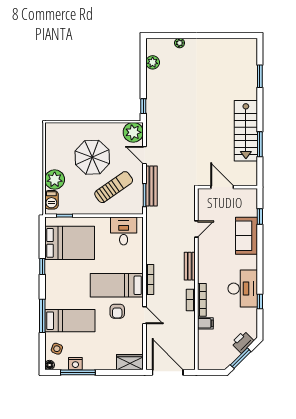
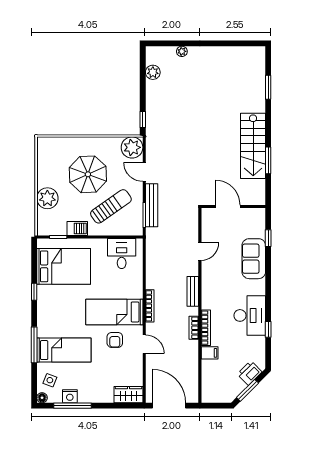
barbecue: (51, 200) -> (77, 229), moved, turned -90

